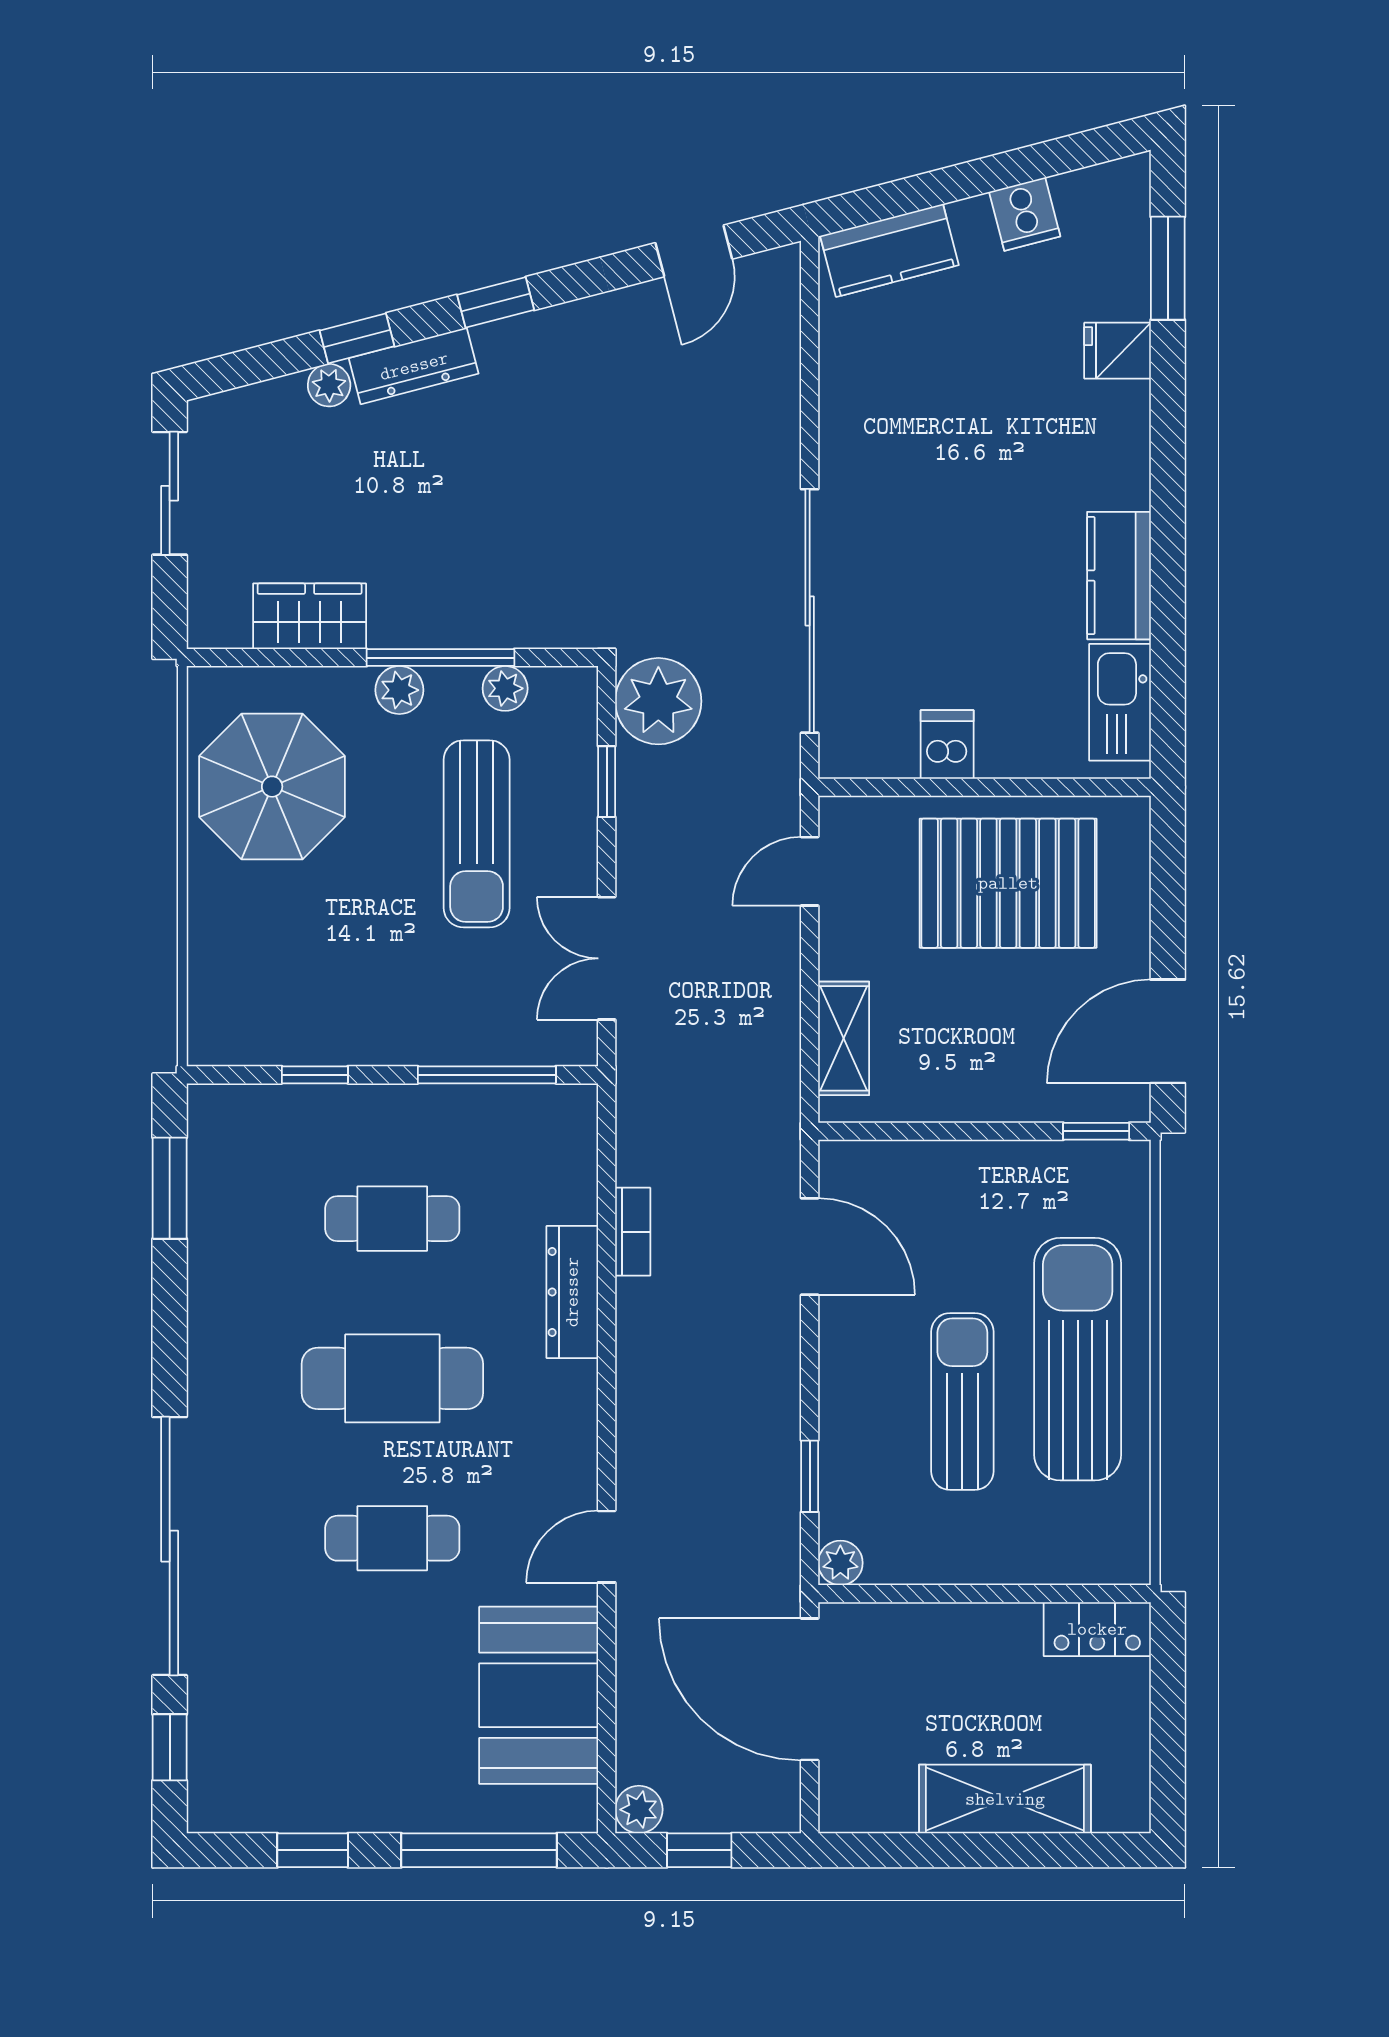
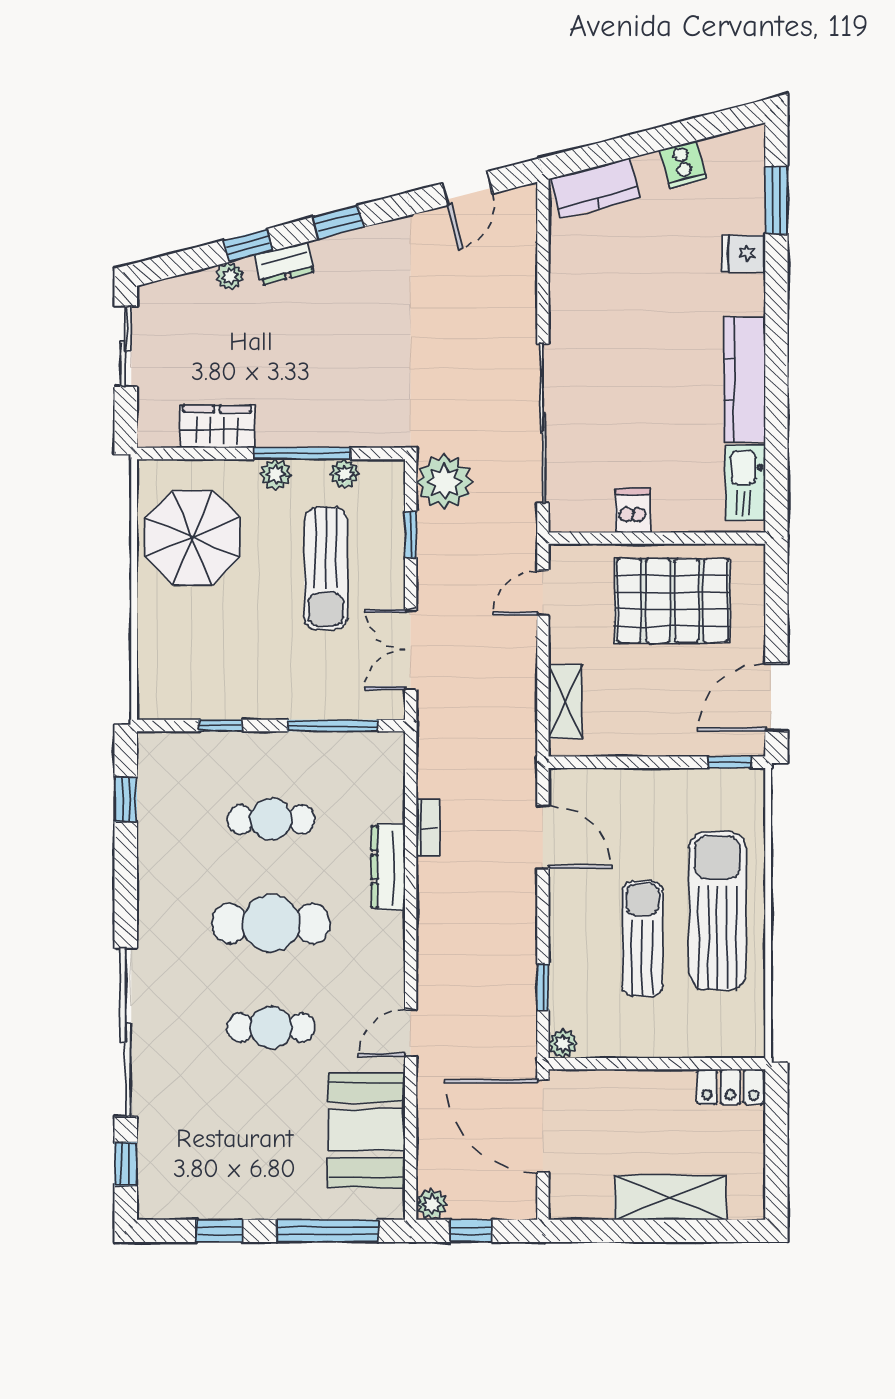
dresser: (414, 366) -> (285, 263), width x0.70
kitchen counter: (1119, 576) -> (745, 379), width x1.50
window: (170, 1188) -> (126, 799), width x0.67

